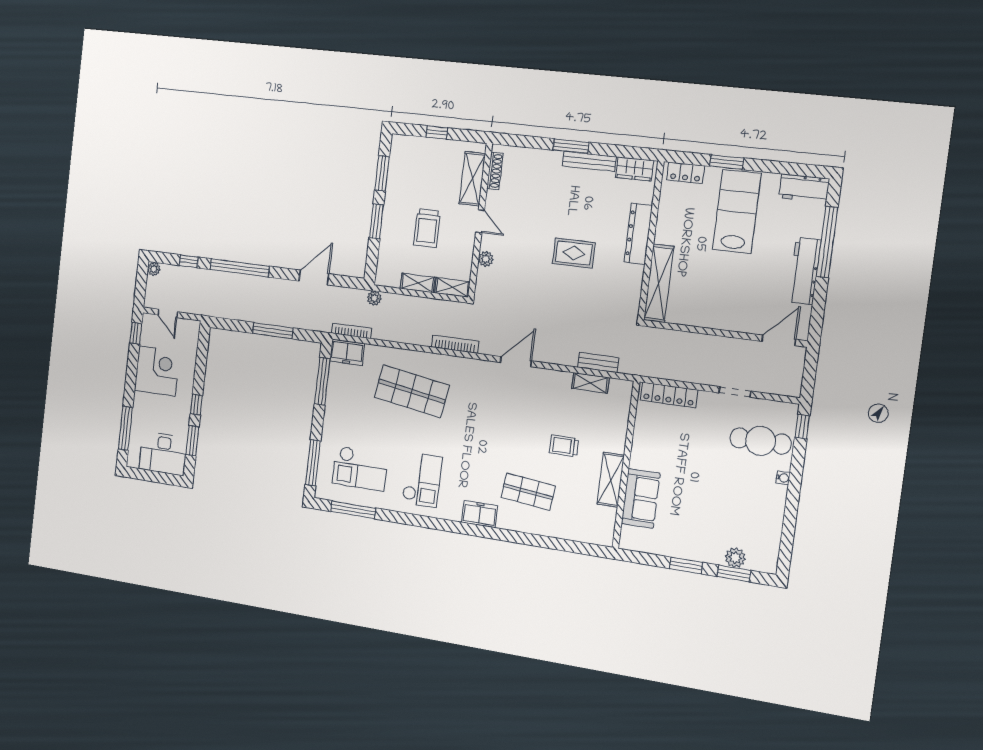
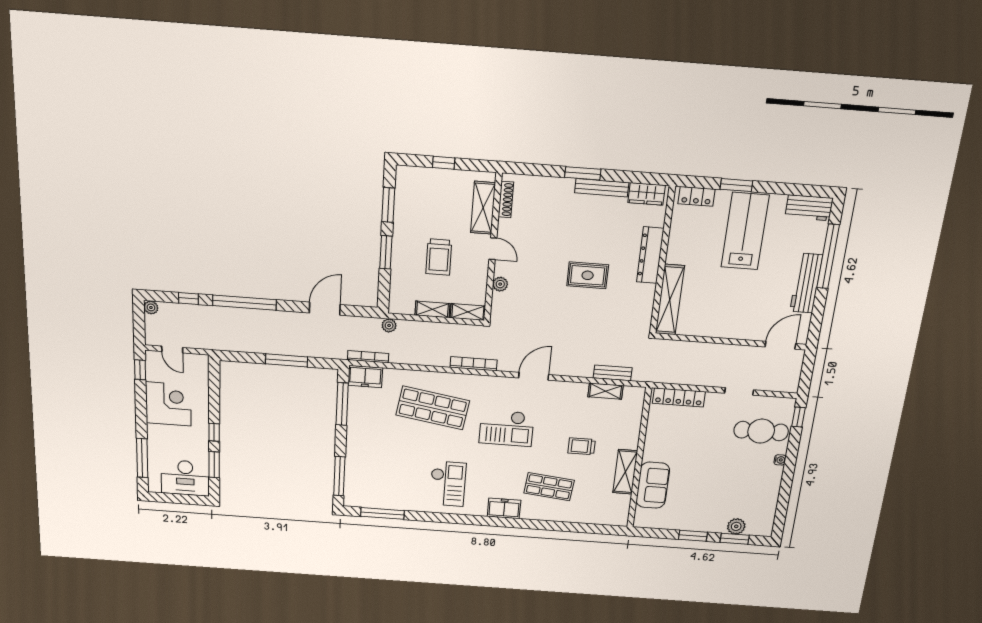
checkout: (360, 468) -> (506, 428), moved

